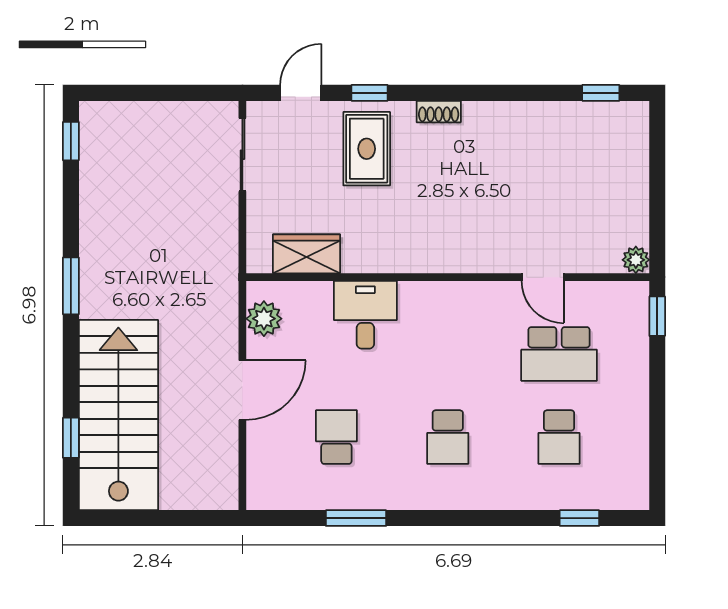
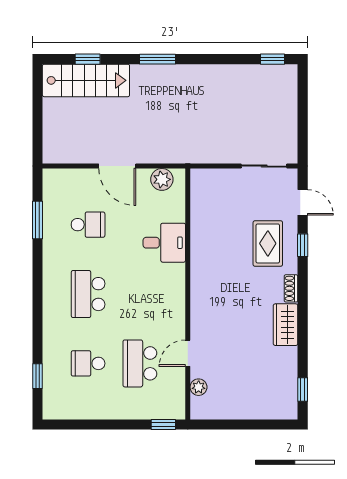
rug: (367, 149) -> (268, 243), turned 90
wardrobe: (306, 254) -> (286, 325), moved, turned 180
plant: (636, 260) -> (199, 387), moved
window: (71, 286) -> (157, 59), moved
stairs: (118, 415) -> (86, 80), width x0.73, depth x0.66
school desk: (448, 437) -> (88, 294), width x1.85
window: (356, 518) -> (38, 220), moved

